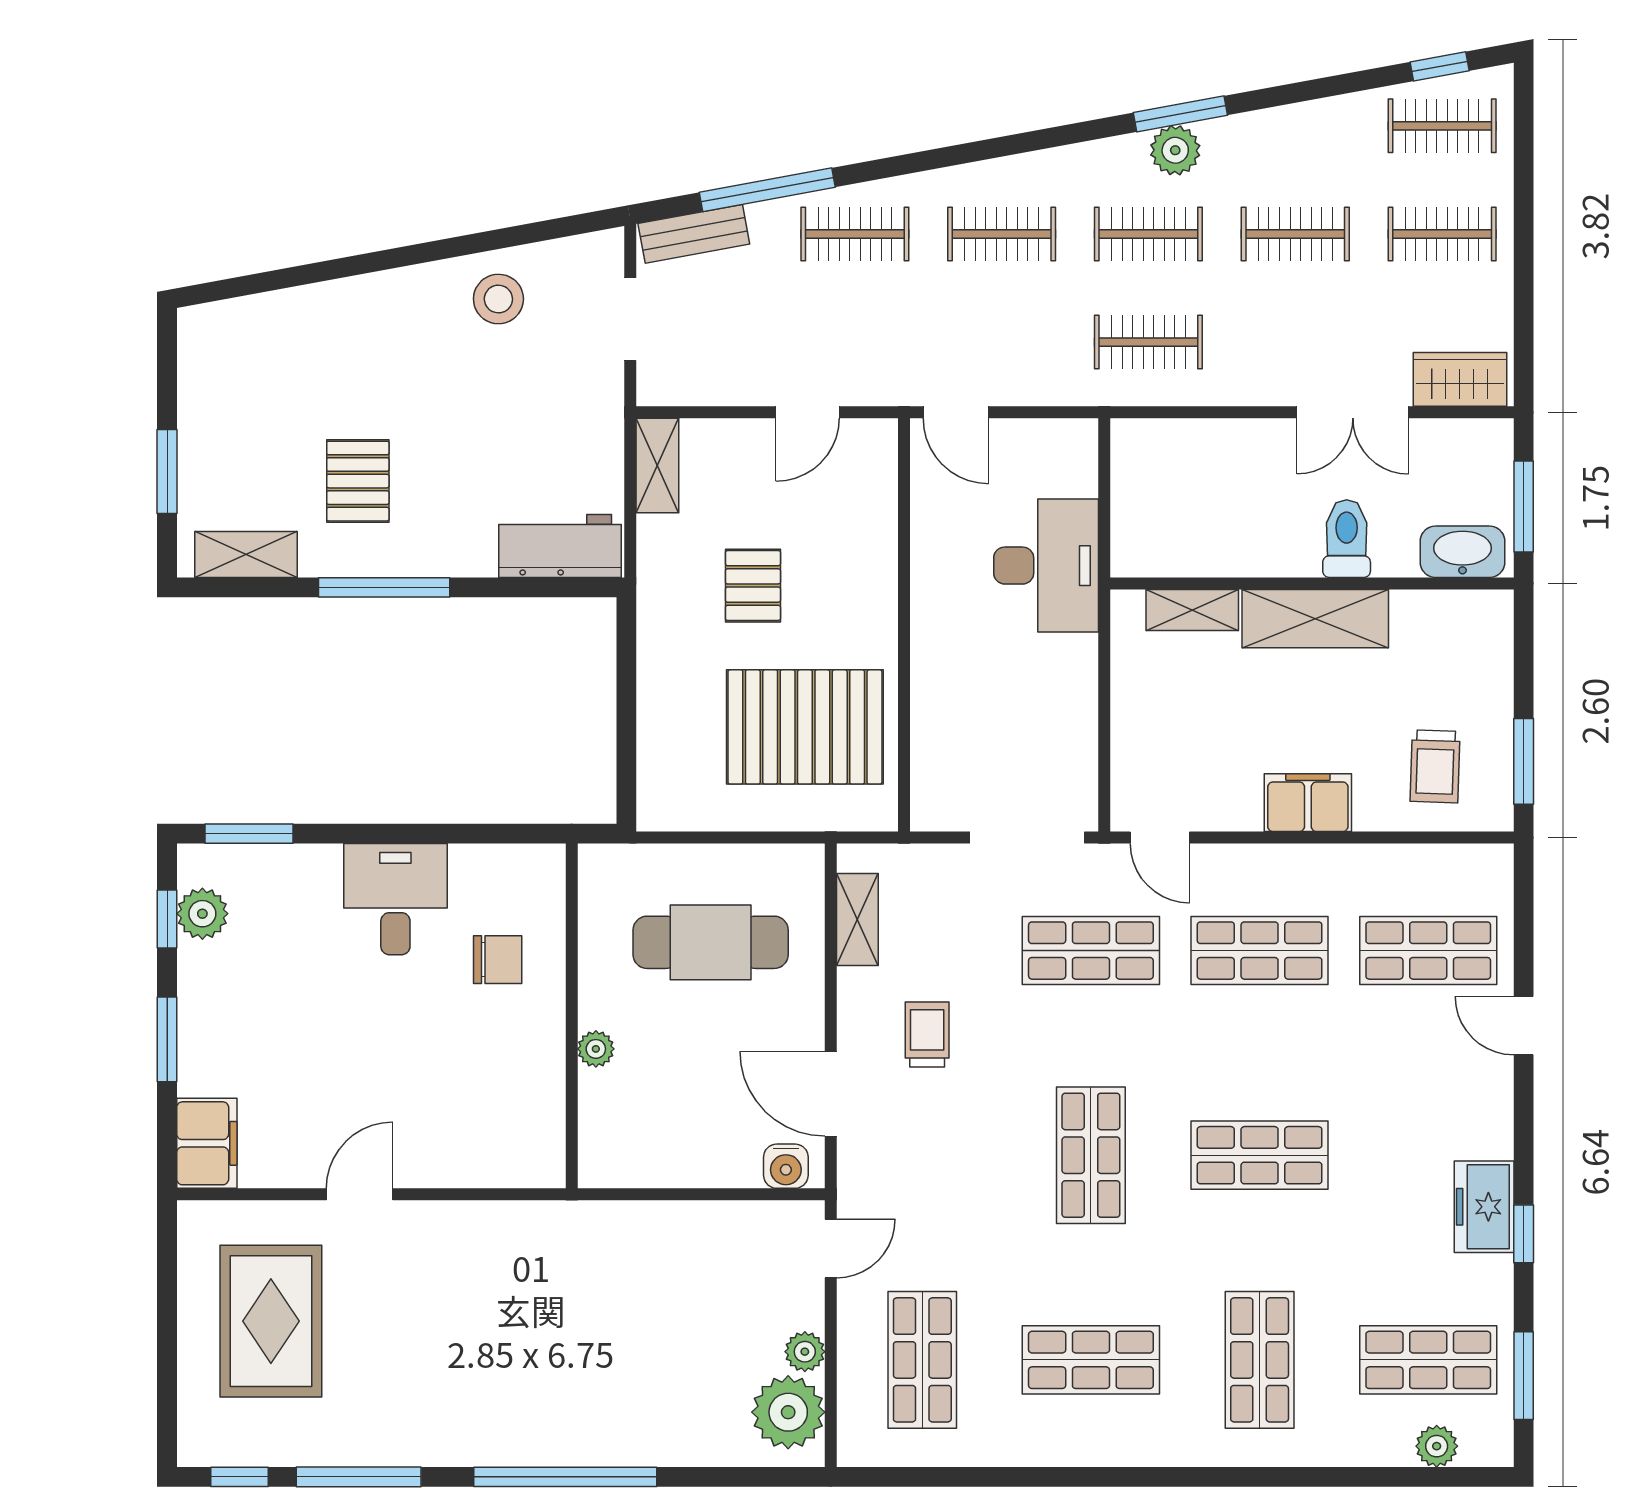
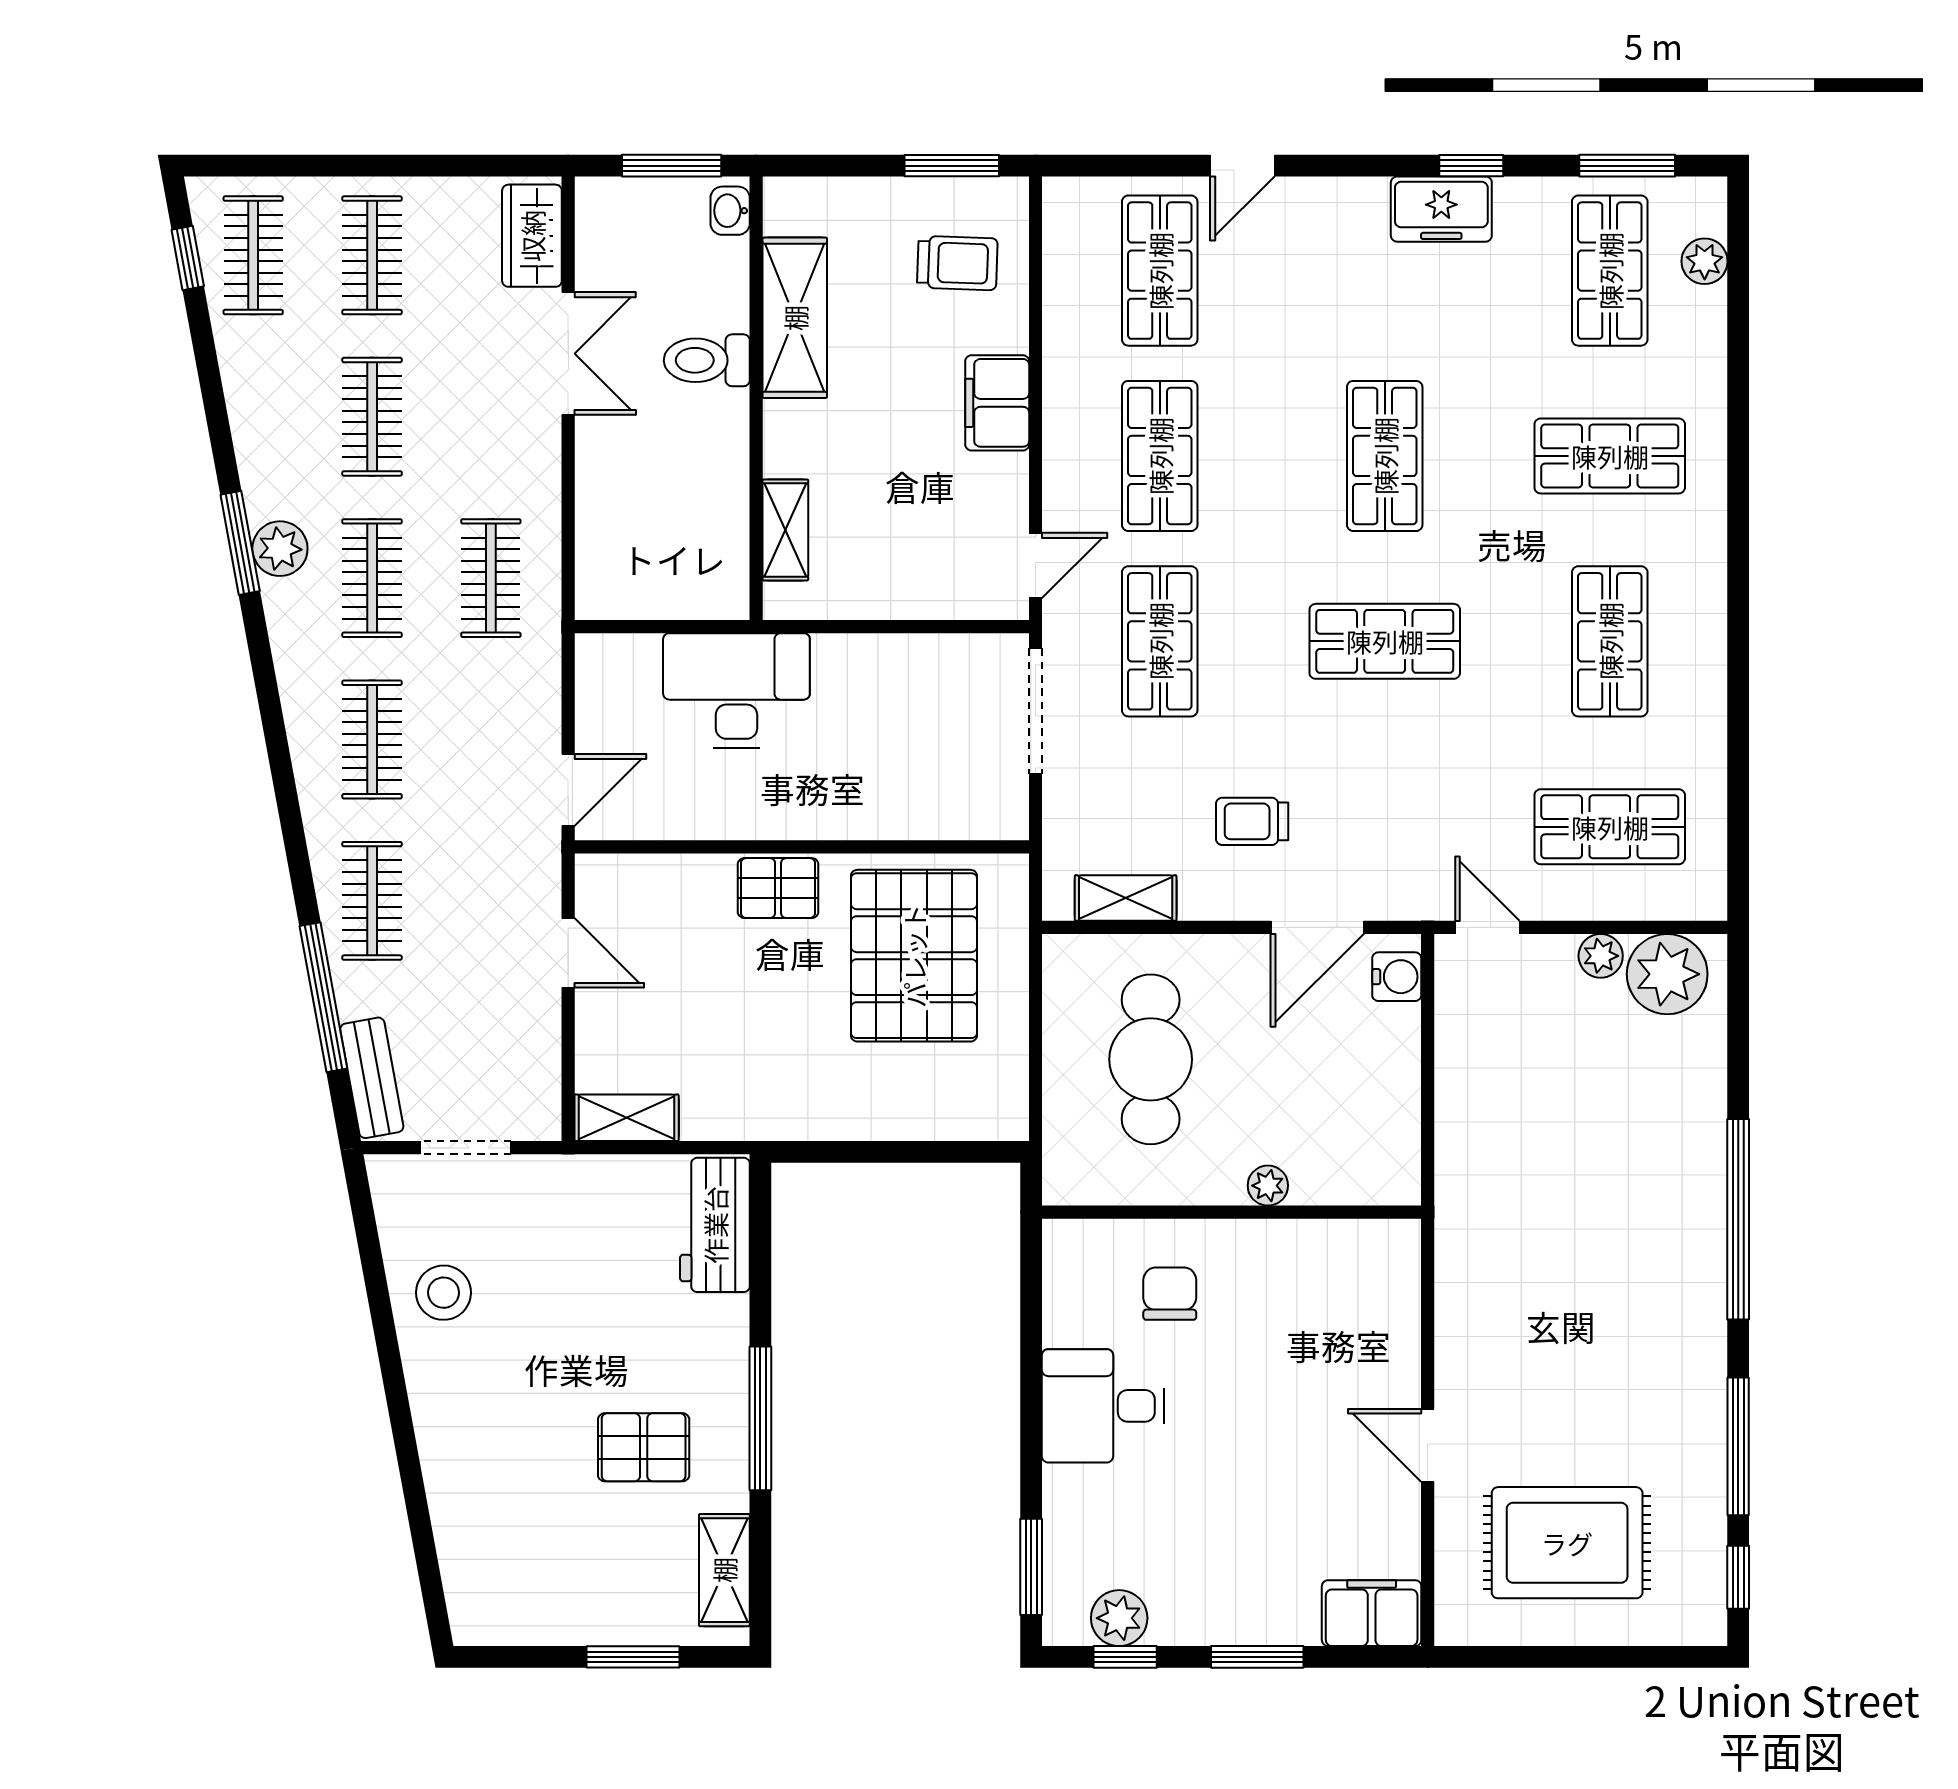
washbasin: (1462, 552) -> (730, 211), width x0.52, depth x0.69
pallet: (753, 586) -> (778, 888), moved
shelving: (1315, 619) -> (795, 318), moved

